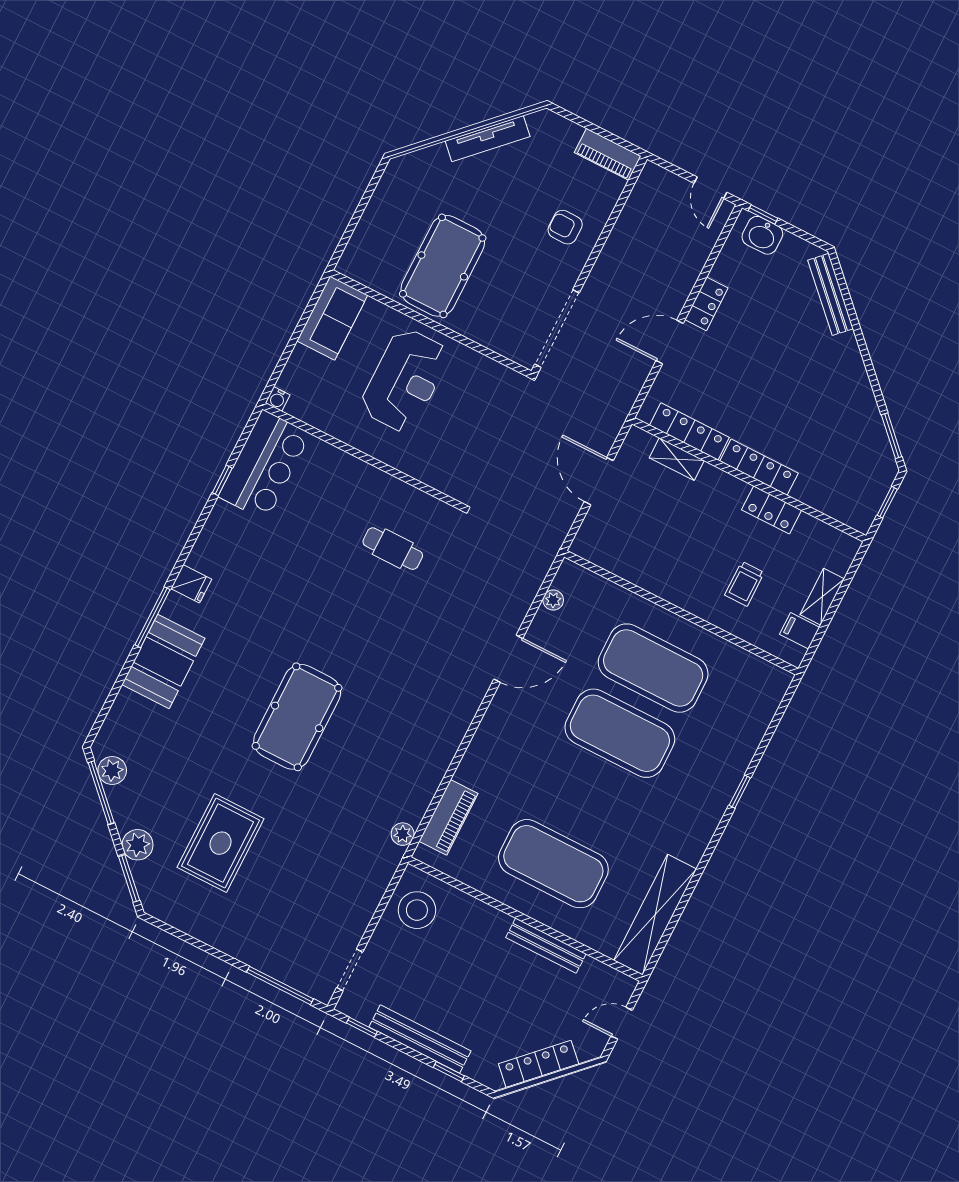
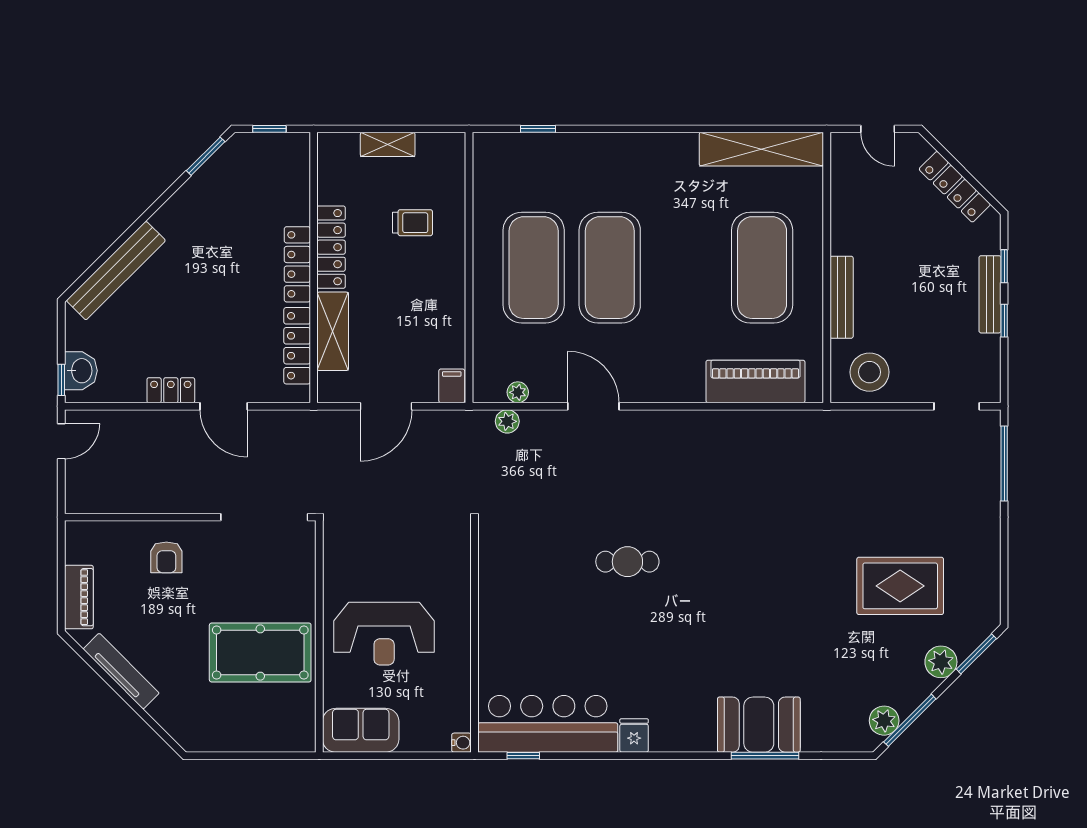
piano: (608, 154) -> (79, 597), moved
bench: (831, 294) -> (116, 271), width x1.37, depth x1.21
reception desk: (405, 380) -> (384, 634), turned 180
shelving: (677, 459) -> (333, 331), width x1.50, depth x1.33
bar counter: (264, 465) -> (548, 724), width x1.36
window: (222, 480) -> (523, 756), moved
locker: (772, 510) -> (331, 247), width x1.53
cafe table: (393, 549) -> (627, 562), moved, turned 90
fridge: (191, 584) -> (634, 735), moved
window: (152, 617) -> (765, 756), moved
filing cabinet: (800, 631) -> (452, 386), moved, turned 180
pool table: (297, 717) -> (747, 575), removed
window: (740, 792) -> (538, 129), moved
piano: (448, 817) -> (755, 381), width x1.37, depth x1.33
plant: (403, 834) -> (507, 421), moved
bench: (546, 946) -> (842, 297), moved
window: (362, 1027) -> (1004, 321), moved
bench: (420, 1039) -> (990, 294), width x0.73, depth x0.82

